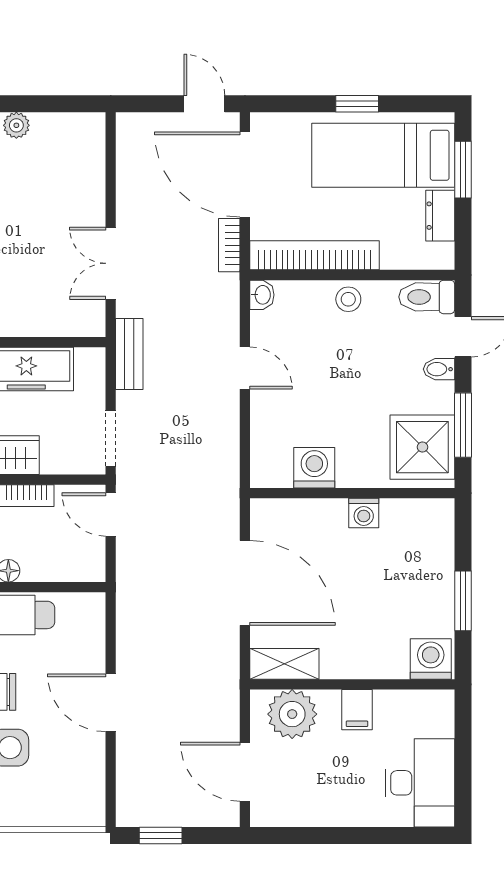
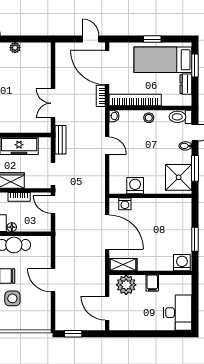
washing machine: (364, 513) -> (125, 204), moved

